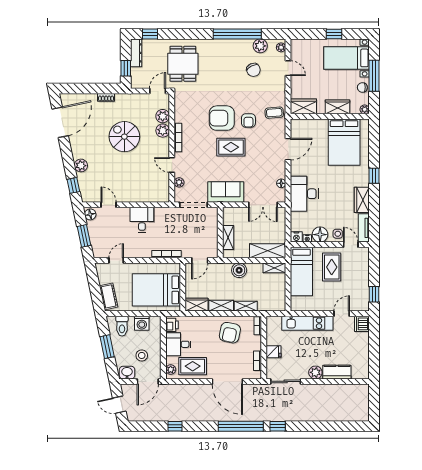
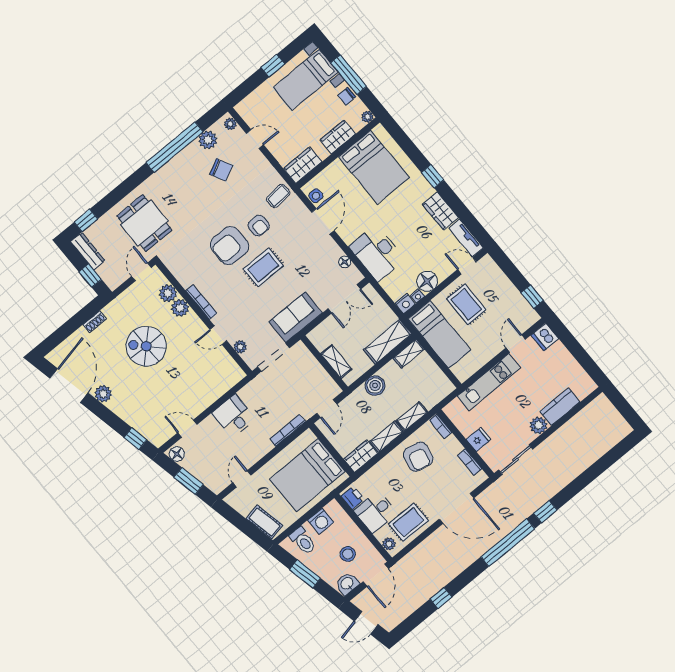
plant: (81, 165) -> (103, 394), moved
side table: (338, 234) -> (316, 196), moved

